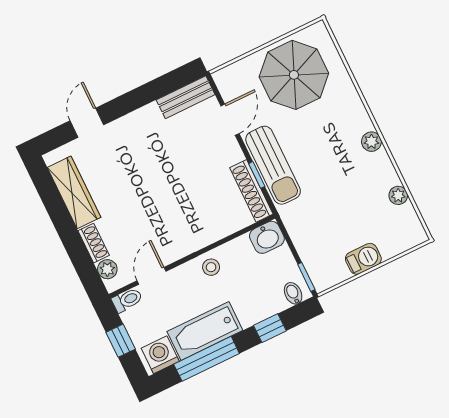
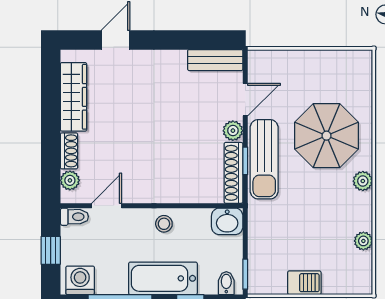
parasol: (294, 75) -> (327, 136), moved
plant: (232, 153) -> (233, 131), added
bathtub: (205, 331) -> (163, 278), moved

